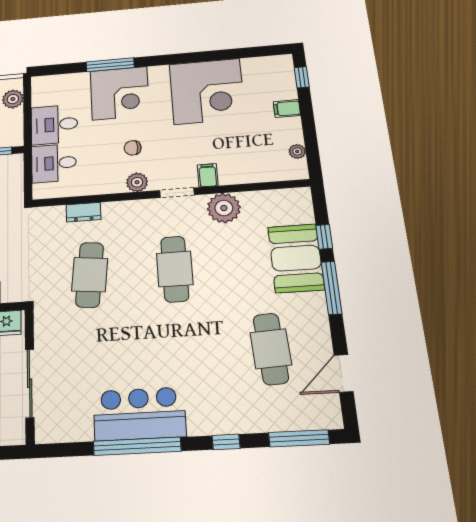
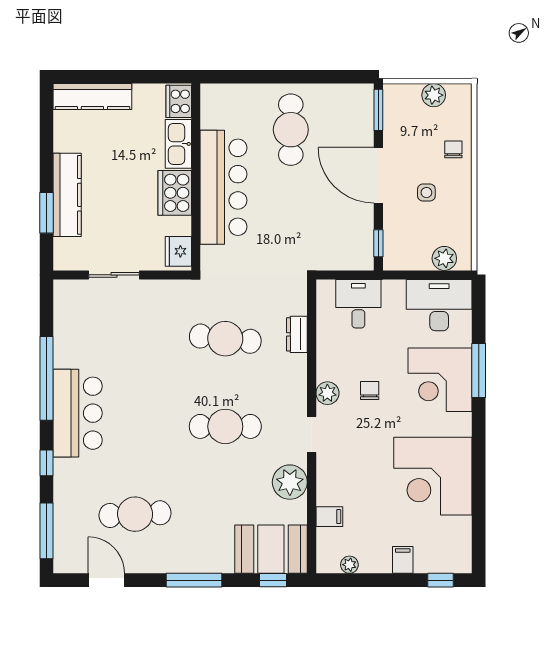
desk: (54, 125) -> (439, 305), moved, width x1.37
filing cabinet: (208, 175) -> (329, 517), moved
window: (324, 237) -> (273, 580), moved
booth: (296, 258) -> (271, 549), moved
sliding door: (30, 383) -> (114, 275), width x0.73
bar counter: (139, 414) -> (78, 413), moved

